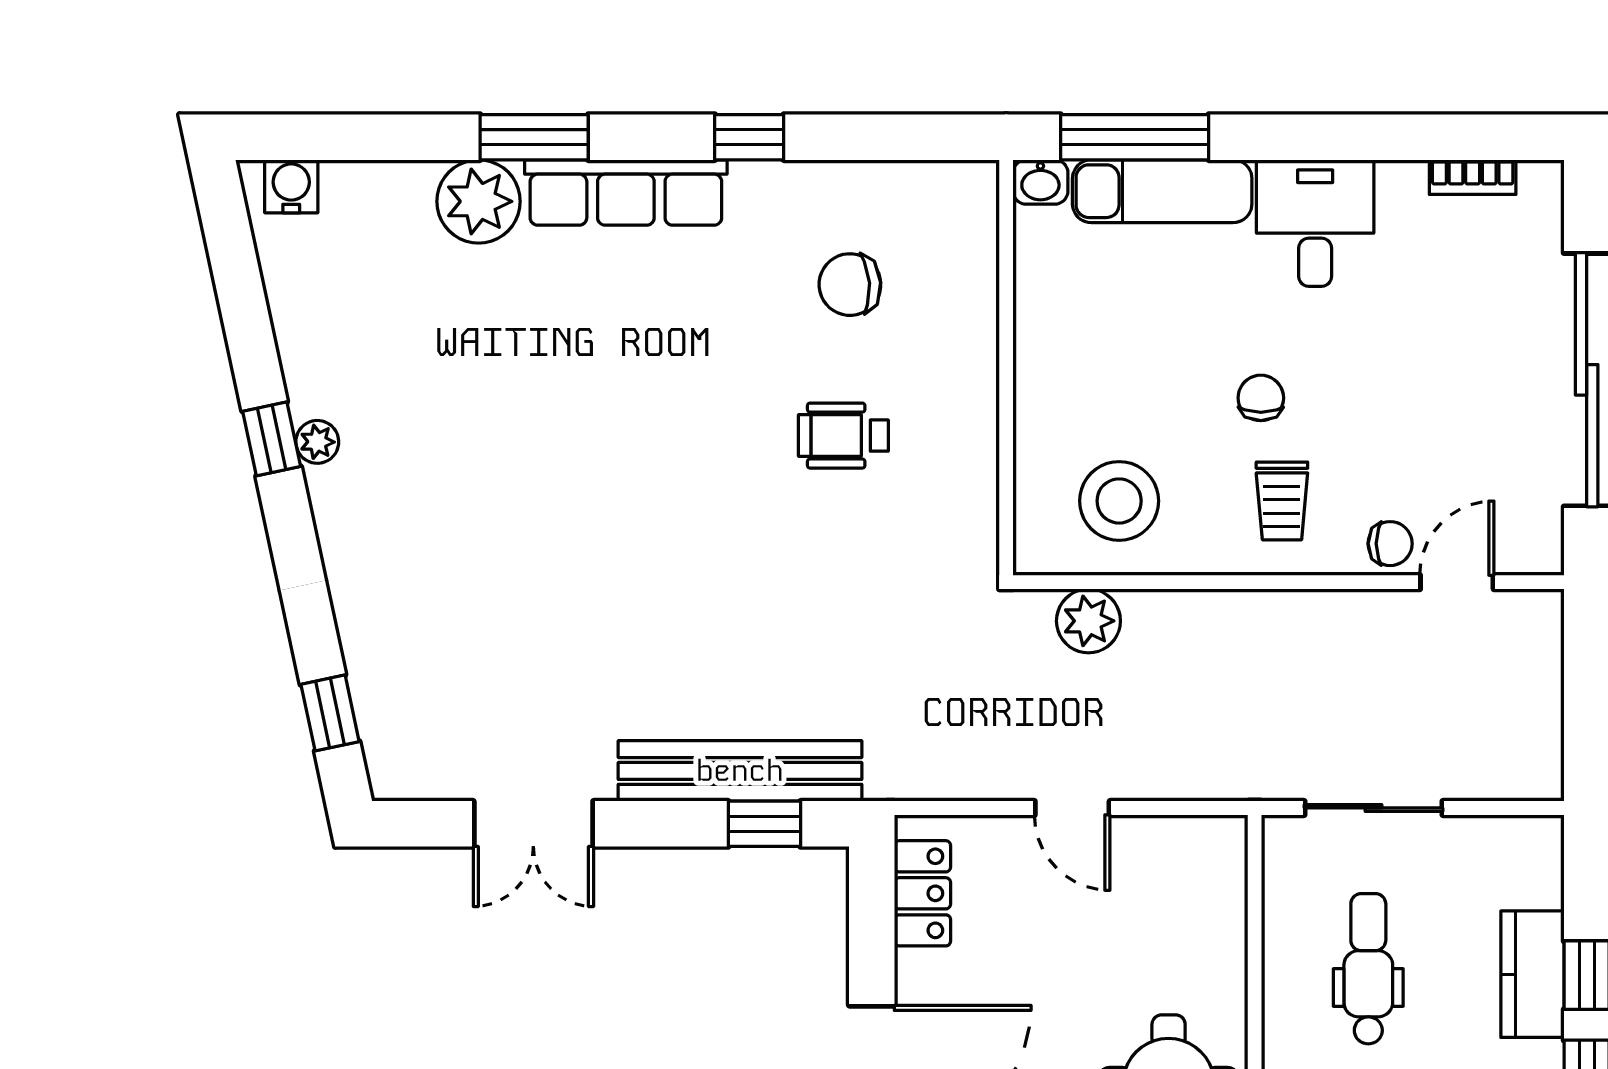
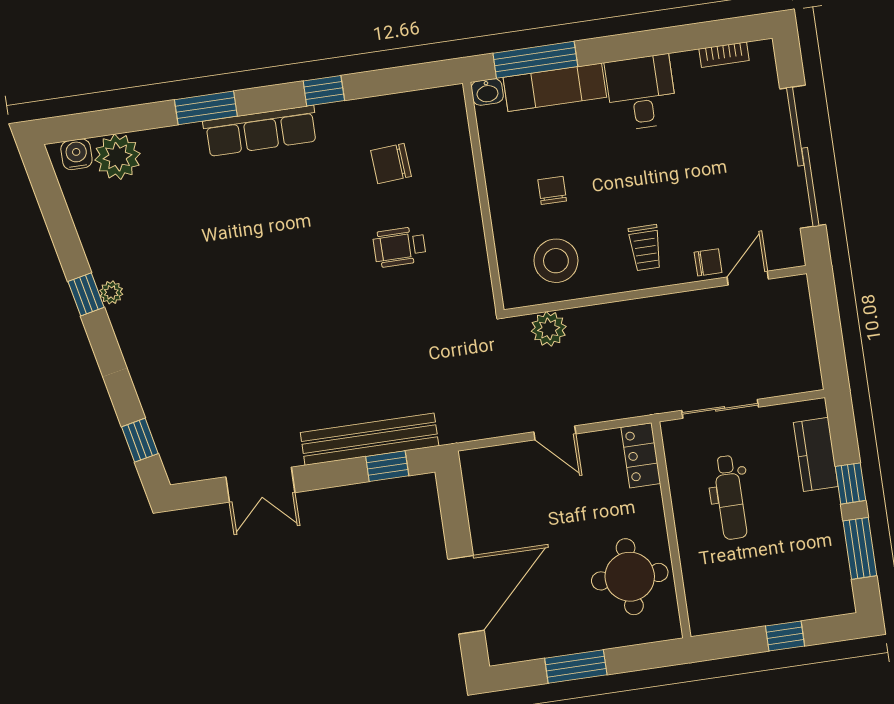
plant: (479, 201) -> (118, 157), moved
chair: (1261, 398) -> (552, 190), moved
locker: (922, 893) -> (641, 455), moved, turned 180
dental chair: (1368, 969) -> (730, 497), turned 180
kitchen counter: (1532, 974) -> (816, 454), moved

